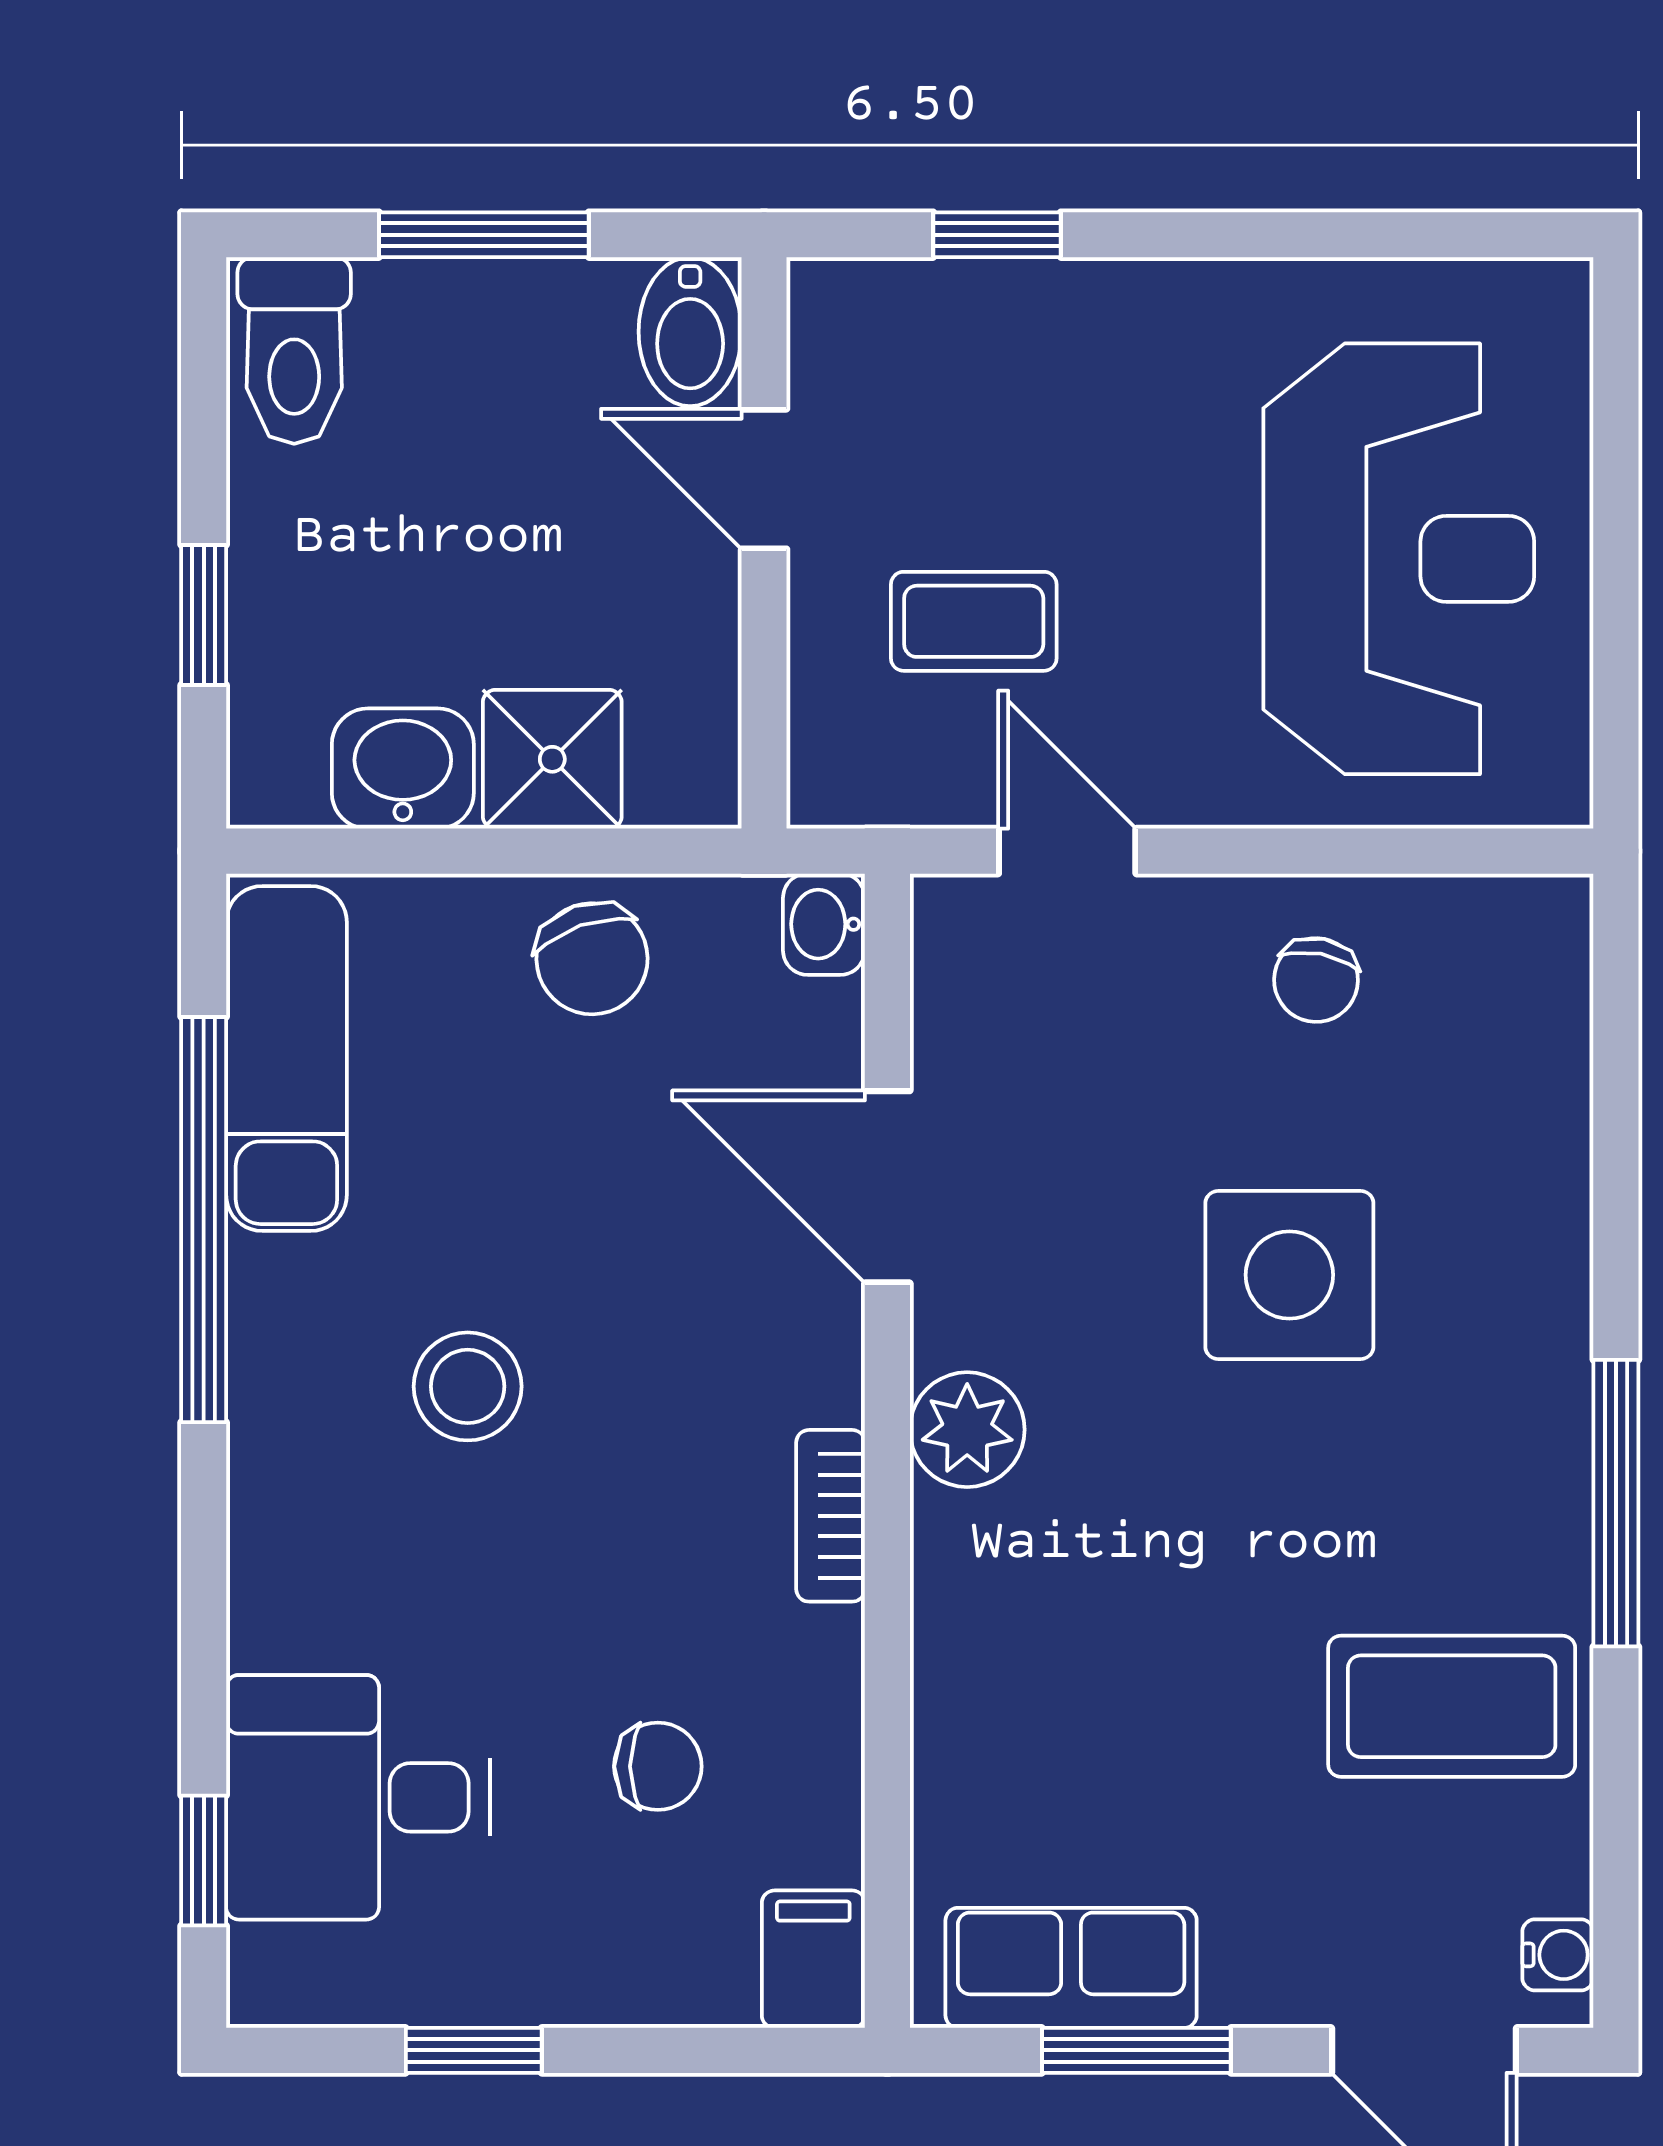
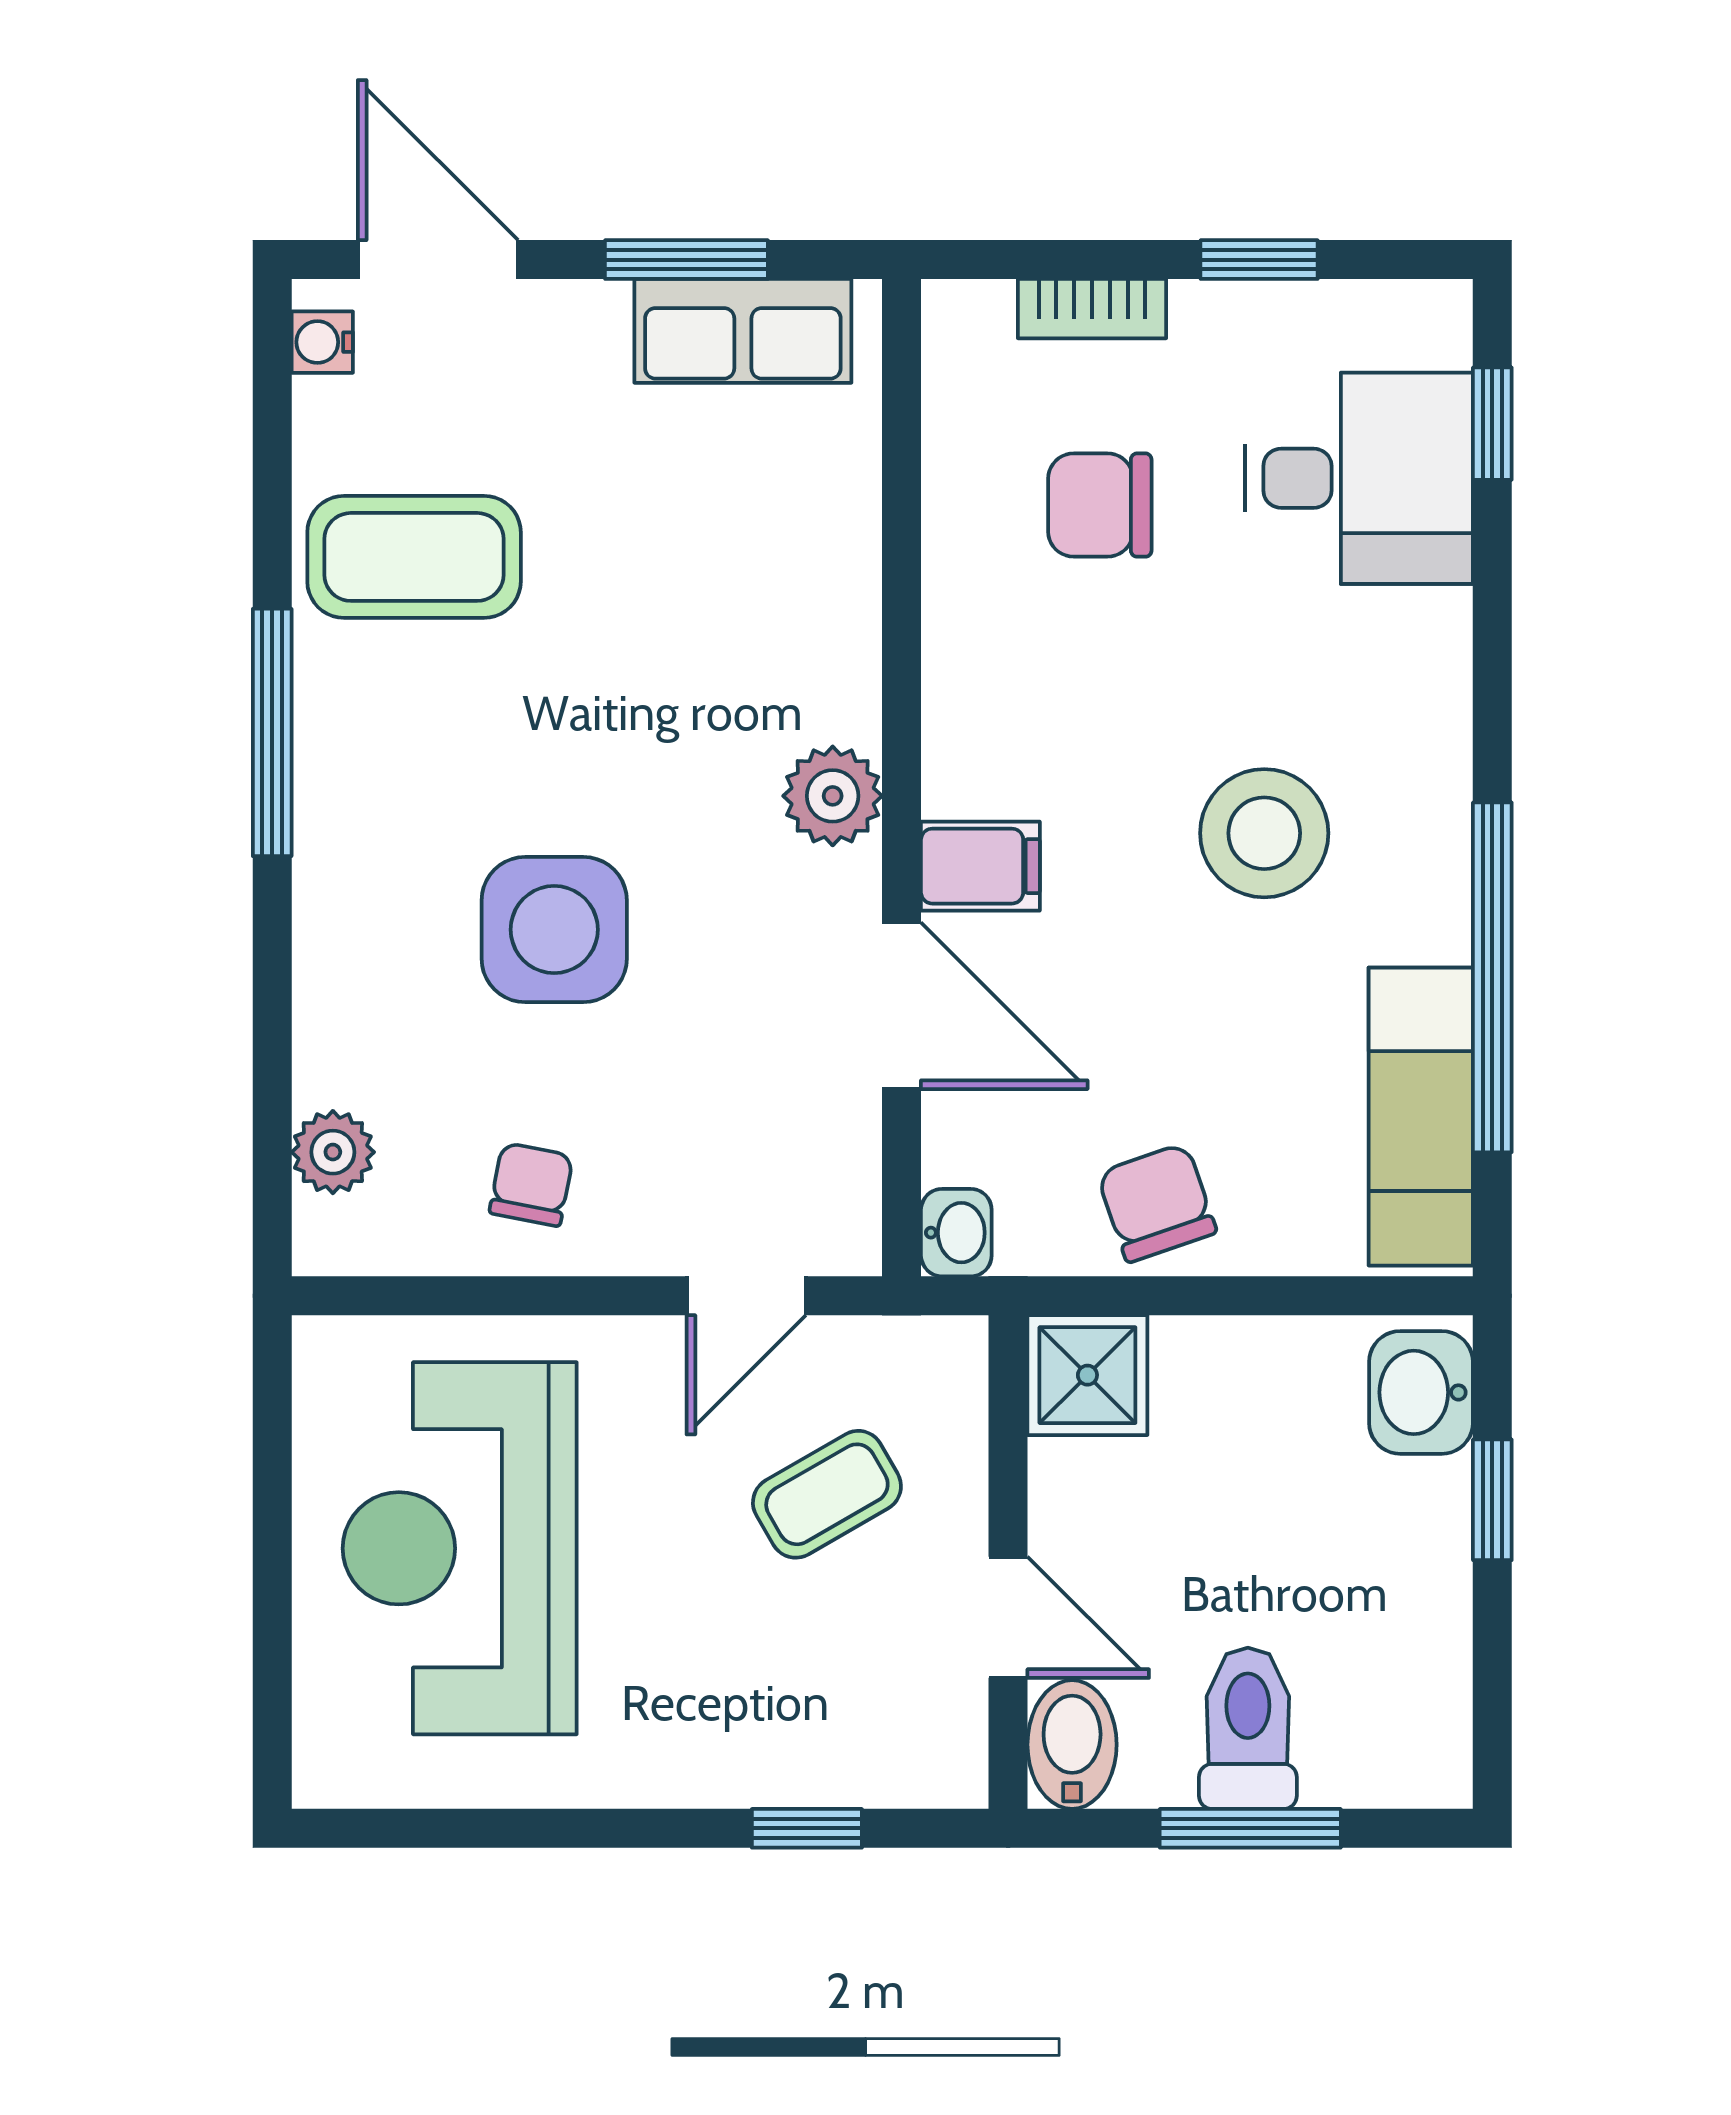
toilet: (294, 350) -> (1248, 1728), moved
coffee table: (974, 621) -> (827, 1494), turned -30
shower: (552, 759) -> (1087, 1375), moved
washbasin: (403, 769) -> (1421, 1392), moved, turned 90
door: (1067, 851) -> (746, 1296), hinge flipped
plant: (1546, 1017) -> (333, 1152), added
stool: (468, 1386) -> (1264, 833), width x1.38, depth x1.38
bookcase: (831, 1516) -> (1092, 309), moved, turned 90
chair: (658, 1766) -> (1100, 505), width x1.37, depth x1.37
filing cabinet: (813, 1959) -> (980, 866), moved, turned -90

